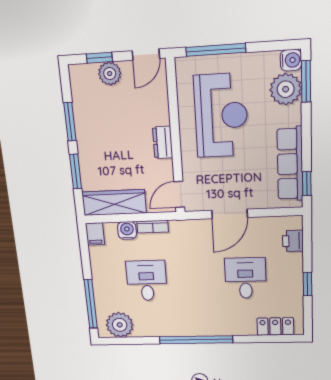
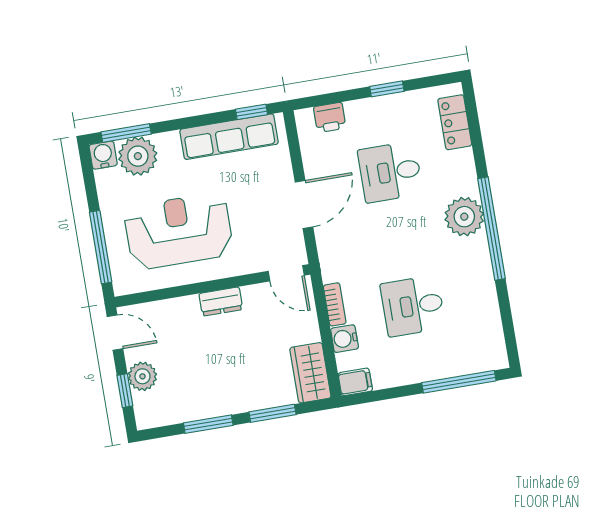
wardrobe: (114, 202) -> (310, 373), width x0.67
door: (230, 214) -> (304, 205), hinge flipped
plant: (120, 325) -> (464, 217), moved

